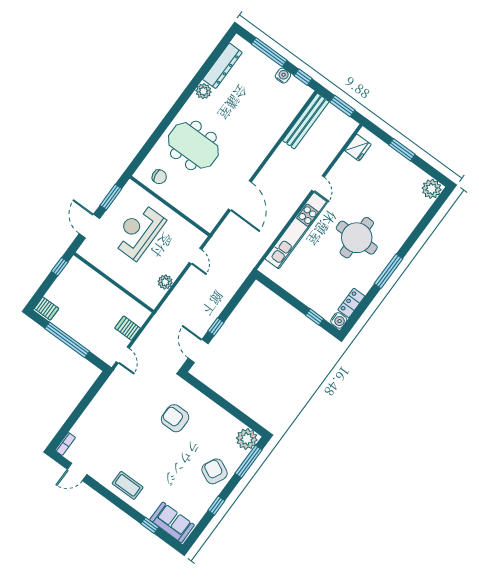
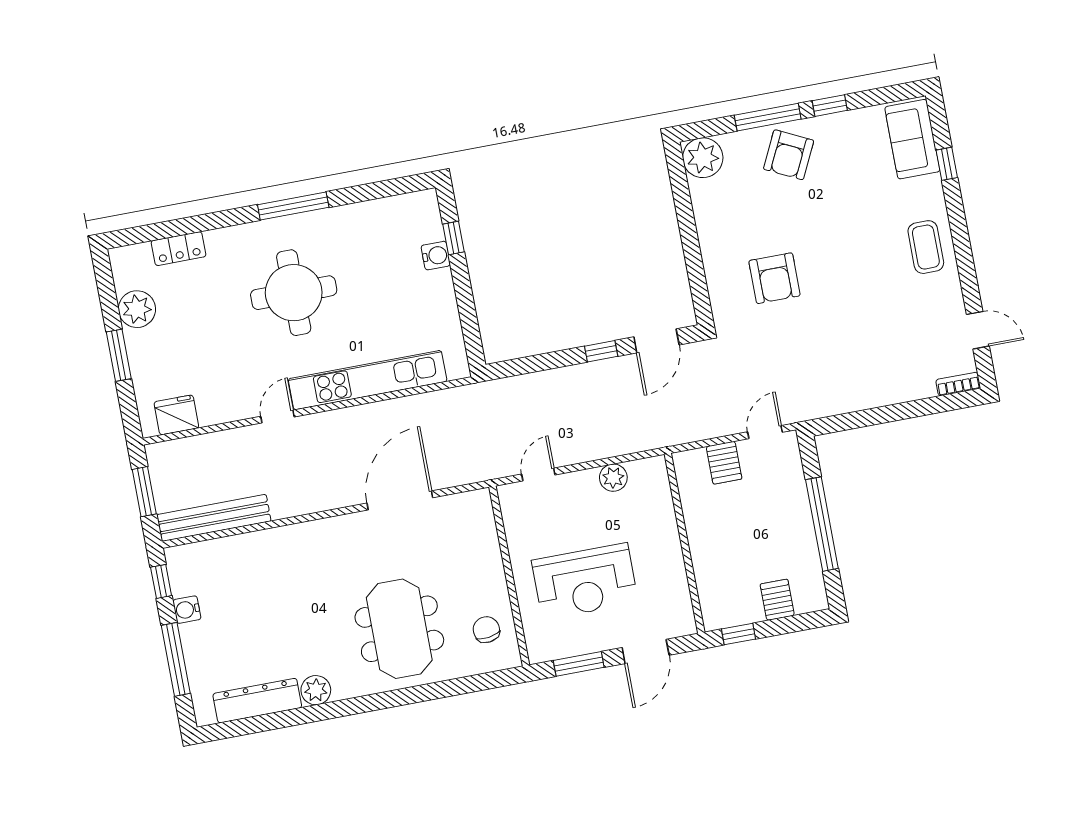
plant: (432, 189) -> (137, 309), moved
locker: (351, 303) -> (179, 249), moved
server rack: (47, 309) -> (777, 600), moved
water cooler: (339, 320) -> (436, 256), moved, turned 90
window: (249, 462) -> (768, 117), moved

